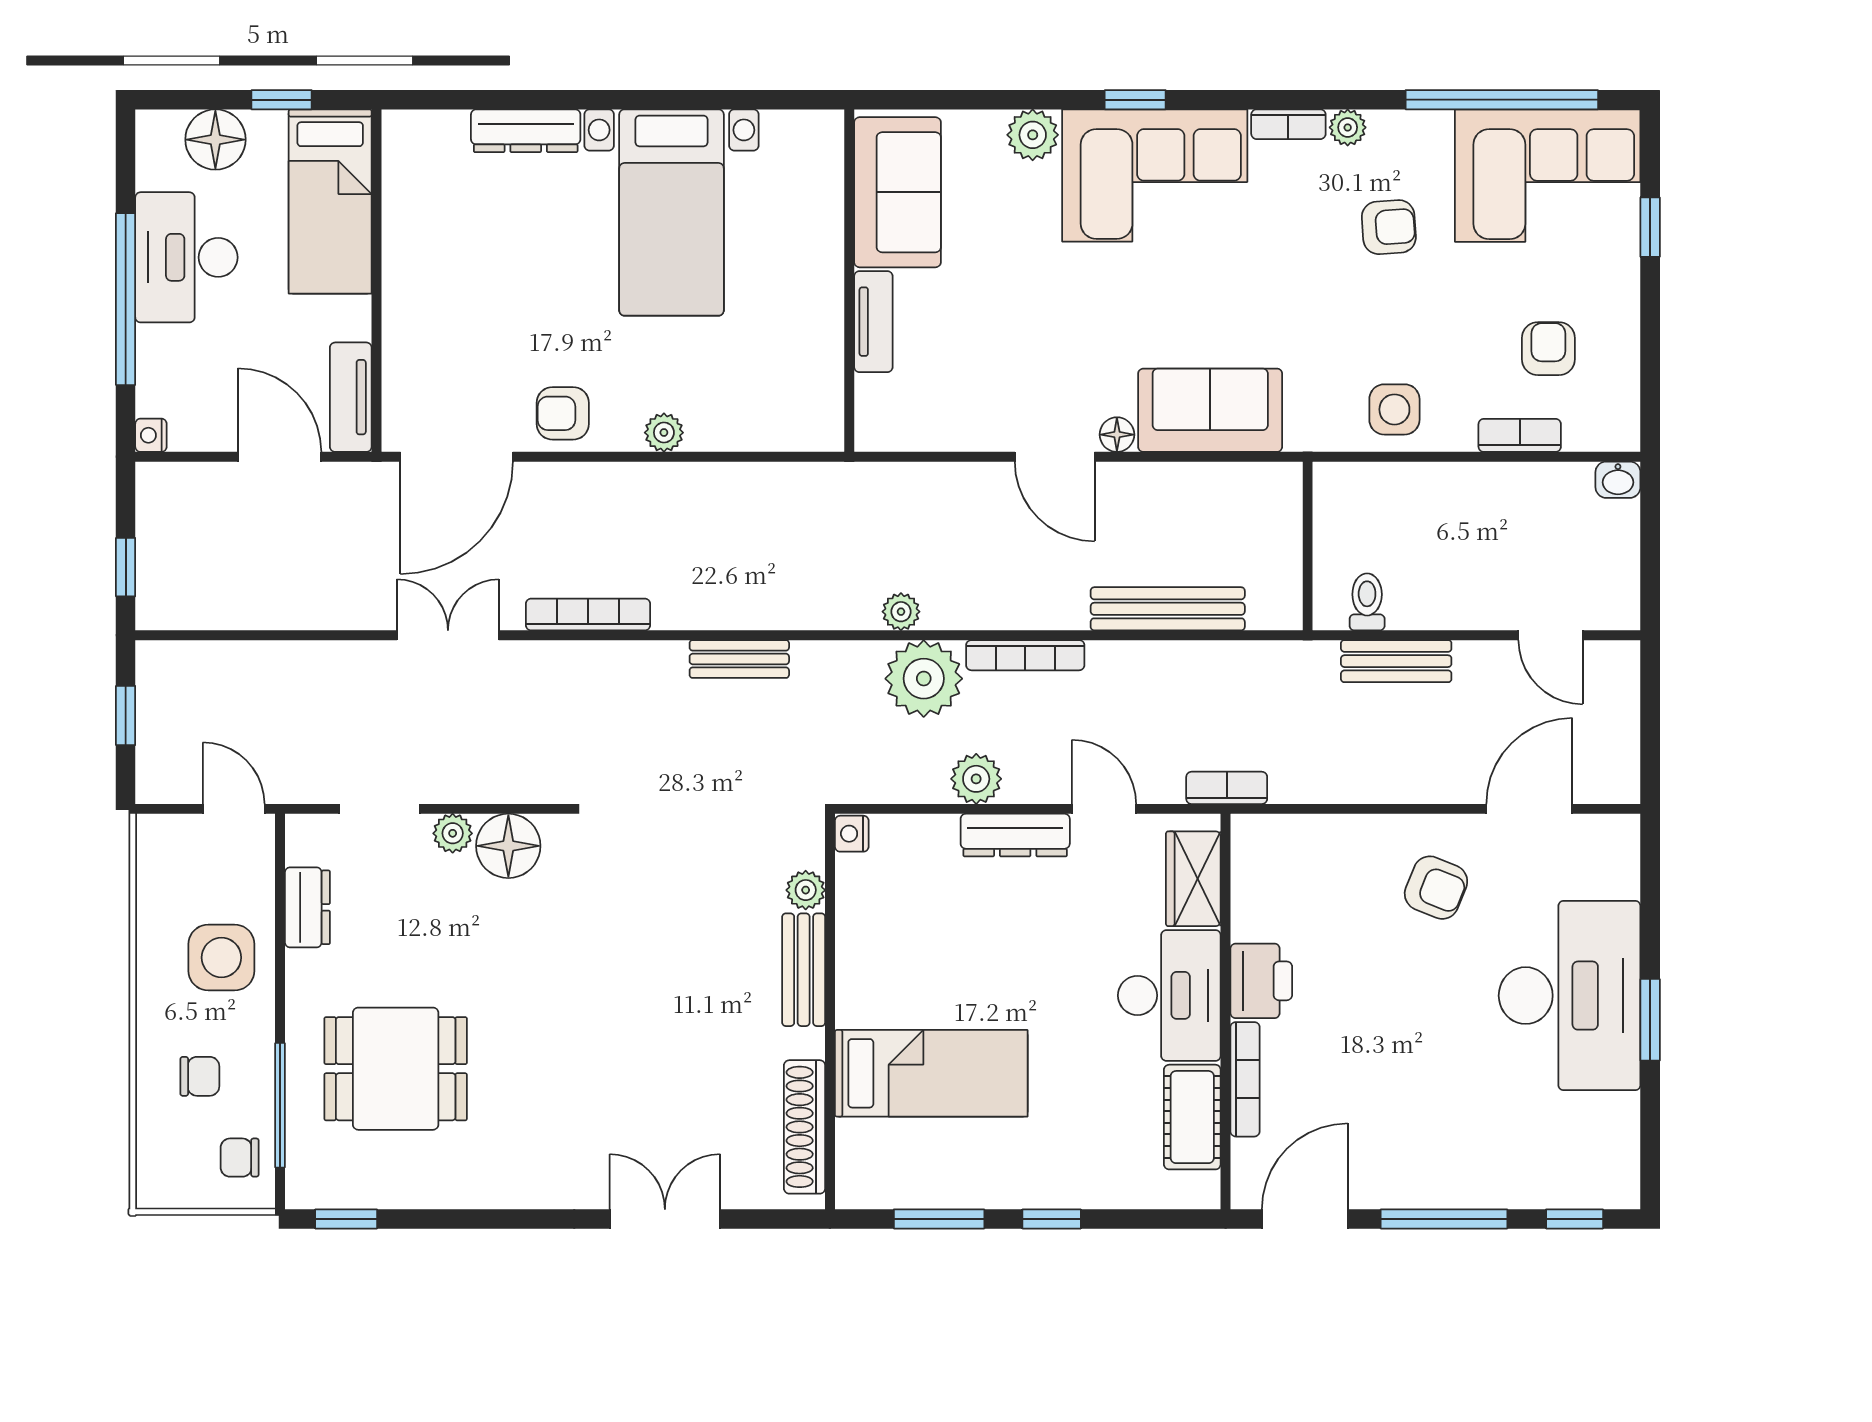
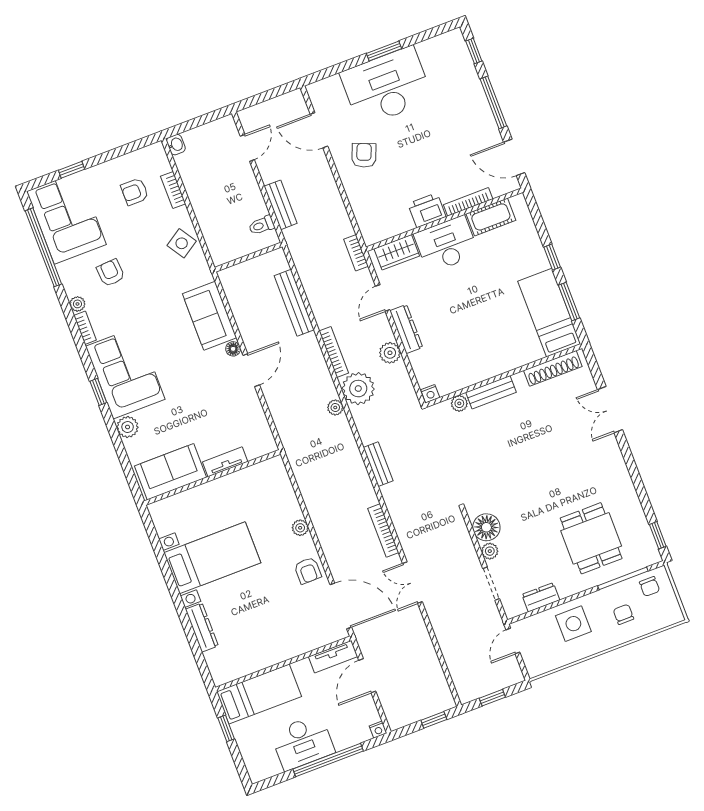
floor lamp: (215, 140) -> (252, 748), removed
side table: (1394, 409) -> (182, 243), turned -33
bed: (931, 1073) -> (549, 313), moved

